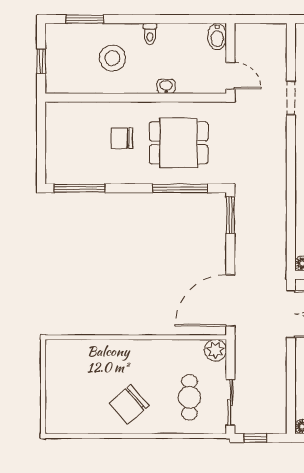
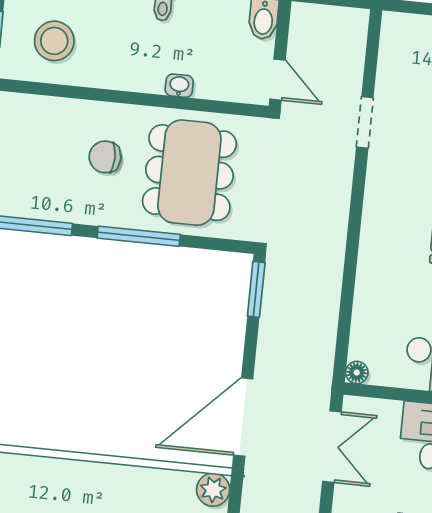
stool: (112, 58) -> (54, 41), moved
dining table: (179, 143) -> (189, 173), width x1.38
window: (180, 188) -> (139, 236), moved

